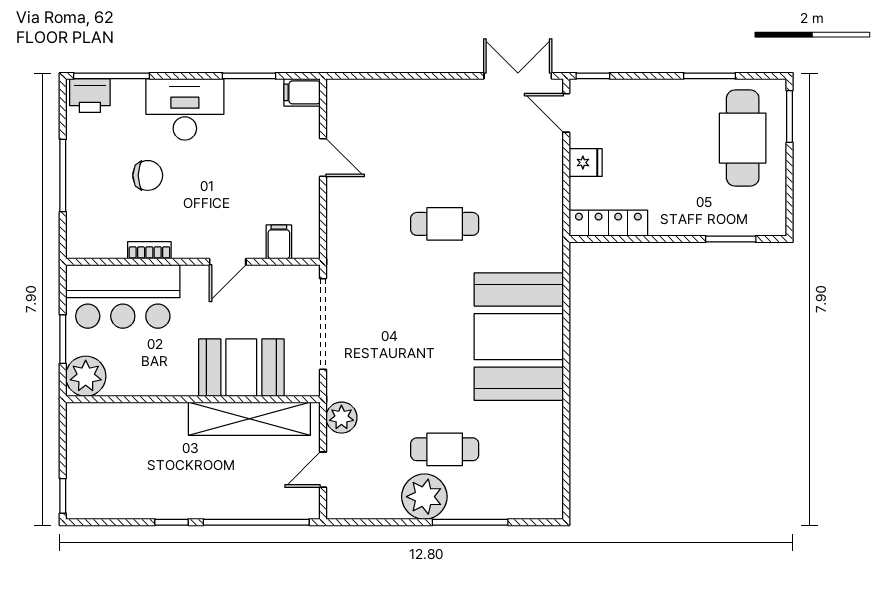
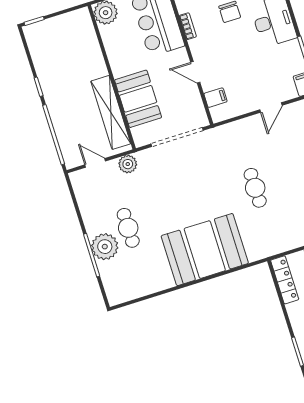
plant: (424, 497) -> (105, 247), moved

